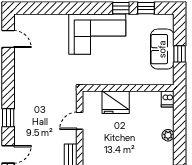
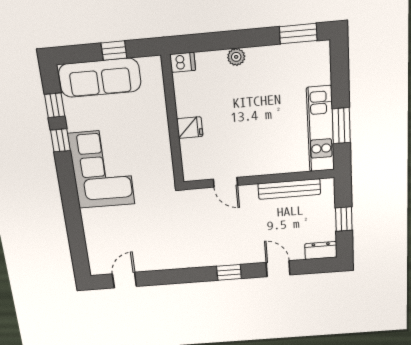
sofa: (162, 49) -> (100, 78), width x1.36
fridge: (116, 102) -> (190, 128), width x0.53, depth x0.75

